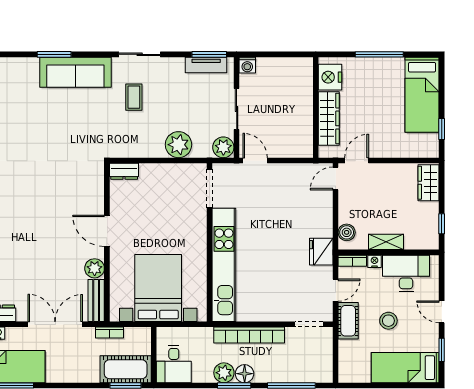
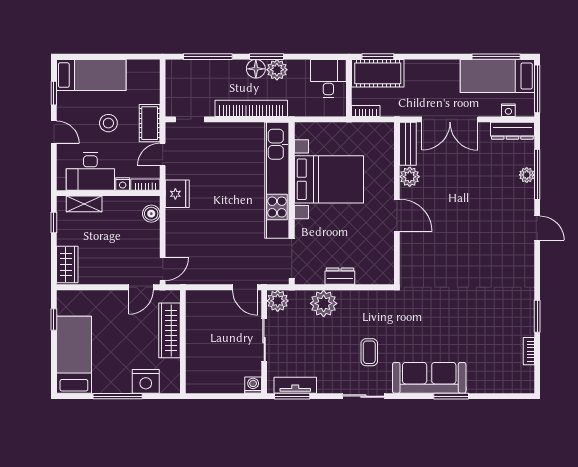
nightstand: (330, 77) -> (146, 381), moved, turned 90
dresser: (124, 171) -> (340, 276), moved
shelving: (386, 242) -> (84, 204), moved
bed with nightstands: (158, 288) -> (329, 179), moved, turned -90
bookcase: (109, 333) -> (366, 111), moved

